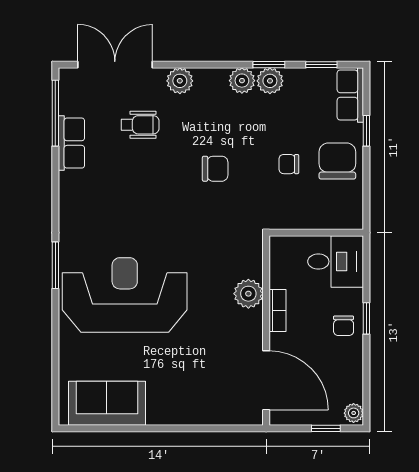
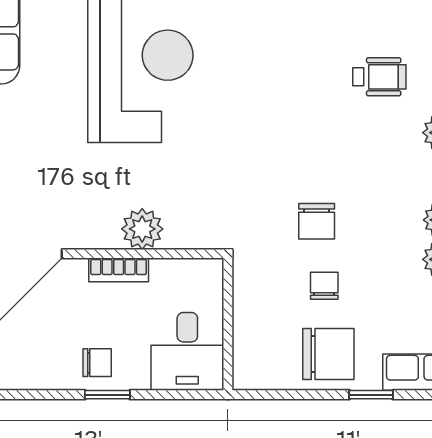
wheelchair: (140, 125) -> (379, 77), turned -90
chair: (215, 169) -> (317, 221), moved
chair: (344, 326) -> (97, 363), turned 180

